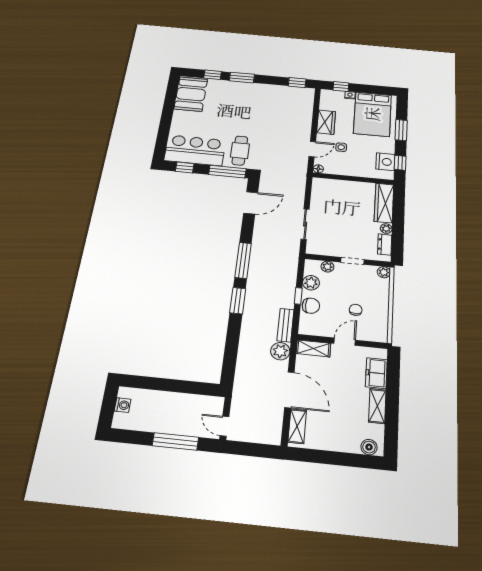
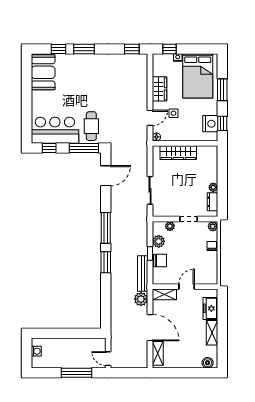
wardrobe: (384, 203) -> (178, 153), moved, turned -90
chair: (356, 310) -> (212, 246), moved
bench: (285, 325) -> (143, 273), width x1.36

